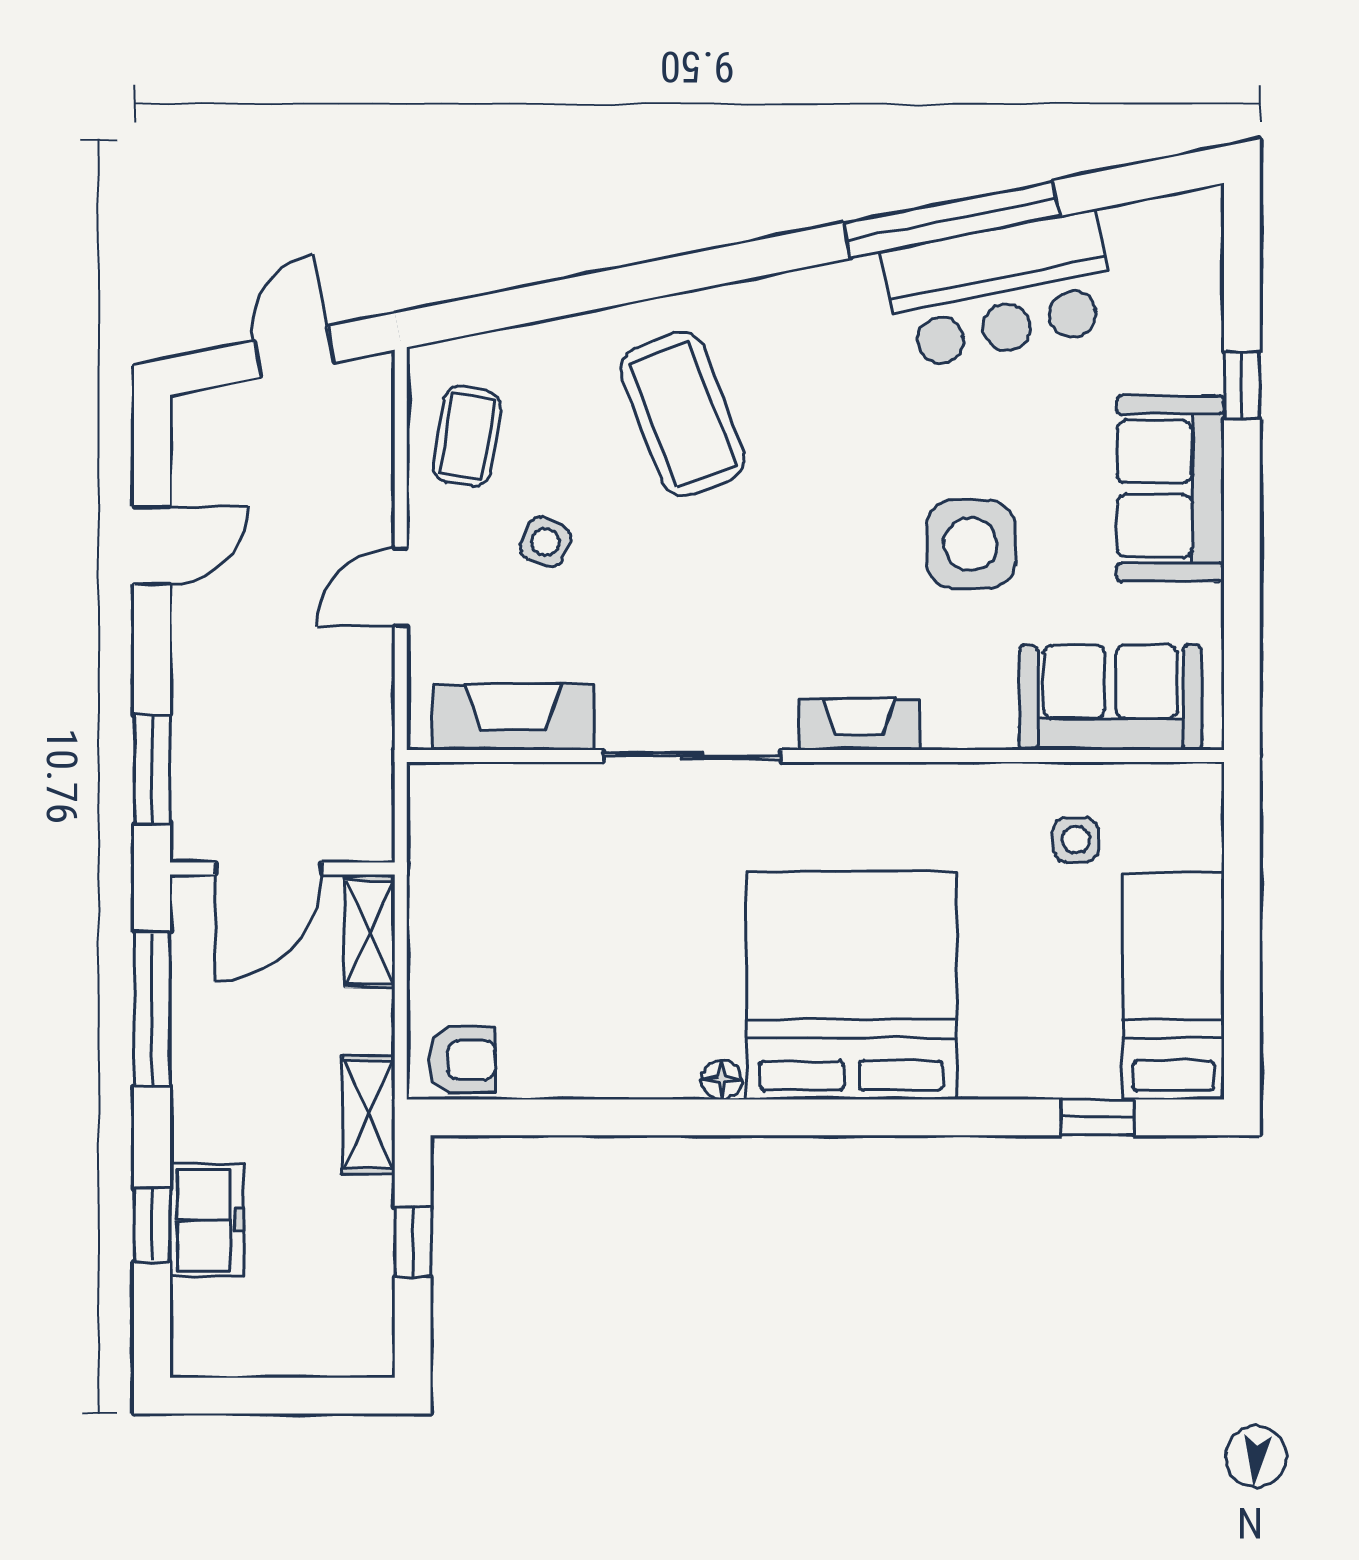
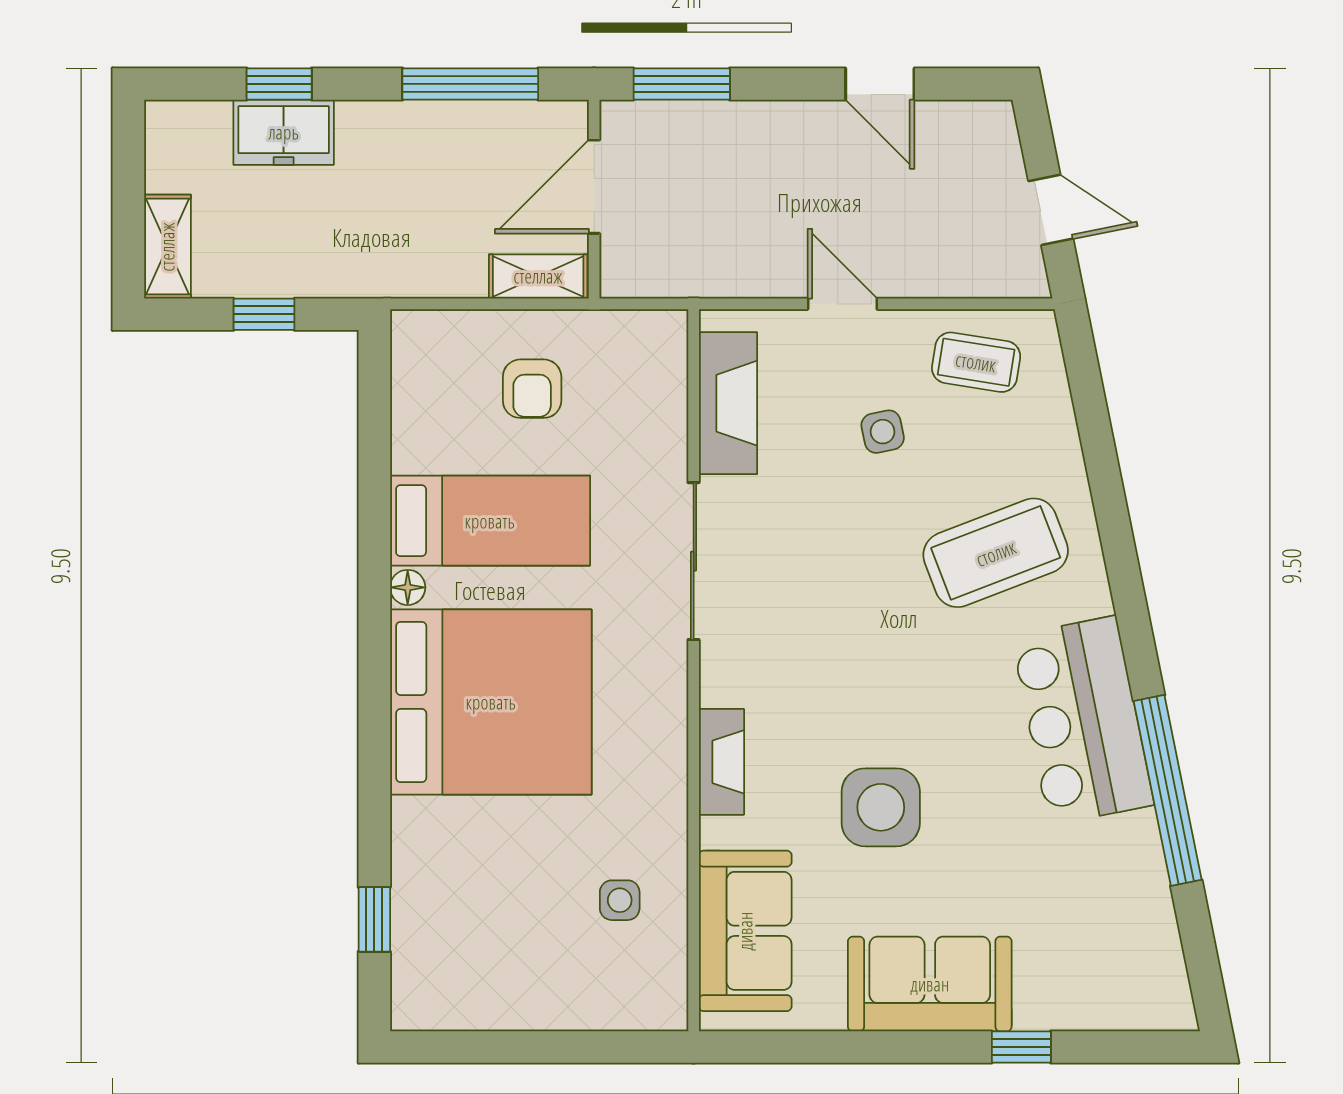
bar counter: (999, 290) -> (1083, 721), moved
side table: (545, 542) -> (883, 432), turned -34
fireplace: (860, 724) -> (721, 762), moved
door: (268, 869) -> (594, 187), hinge flipped
bed: (1173, 986) -> (490, 521), moved
armchair: (462, 1060) -> (532, 389), moved
shelving: (368, 1115) -> (167, 247), moved, turned 90

